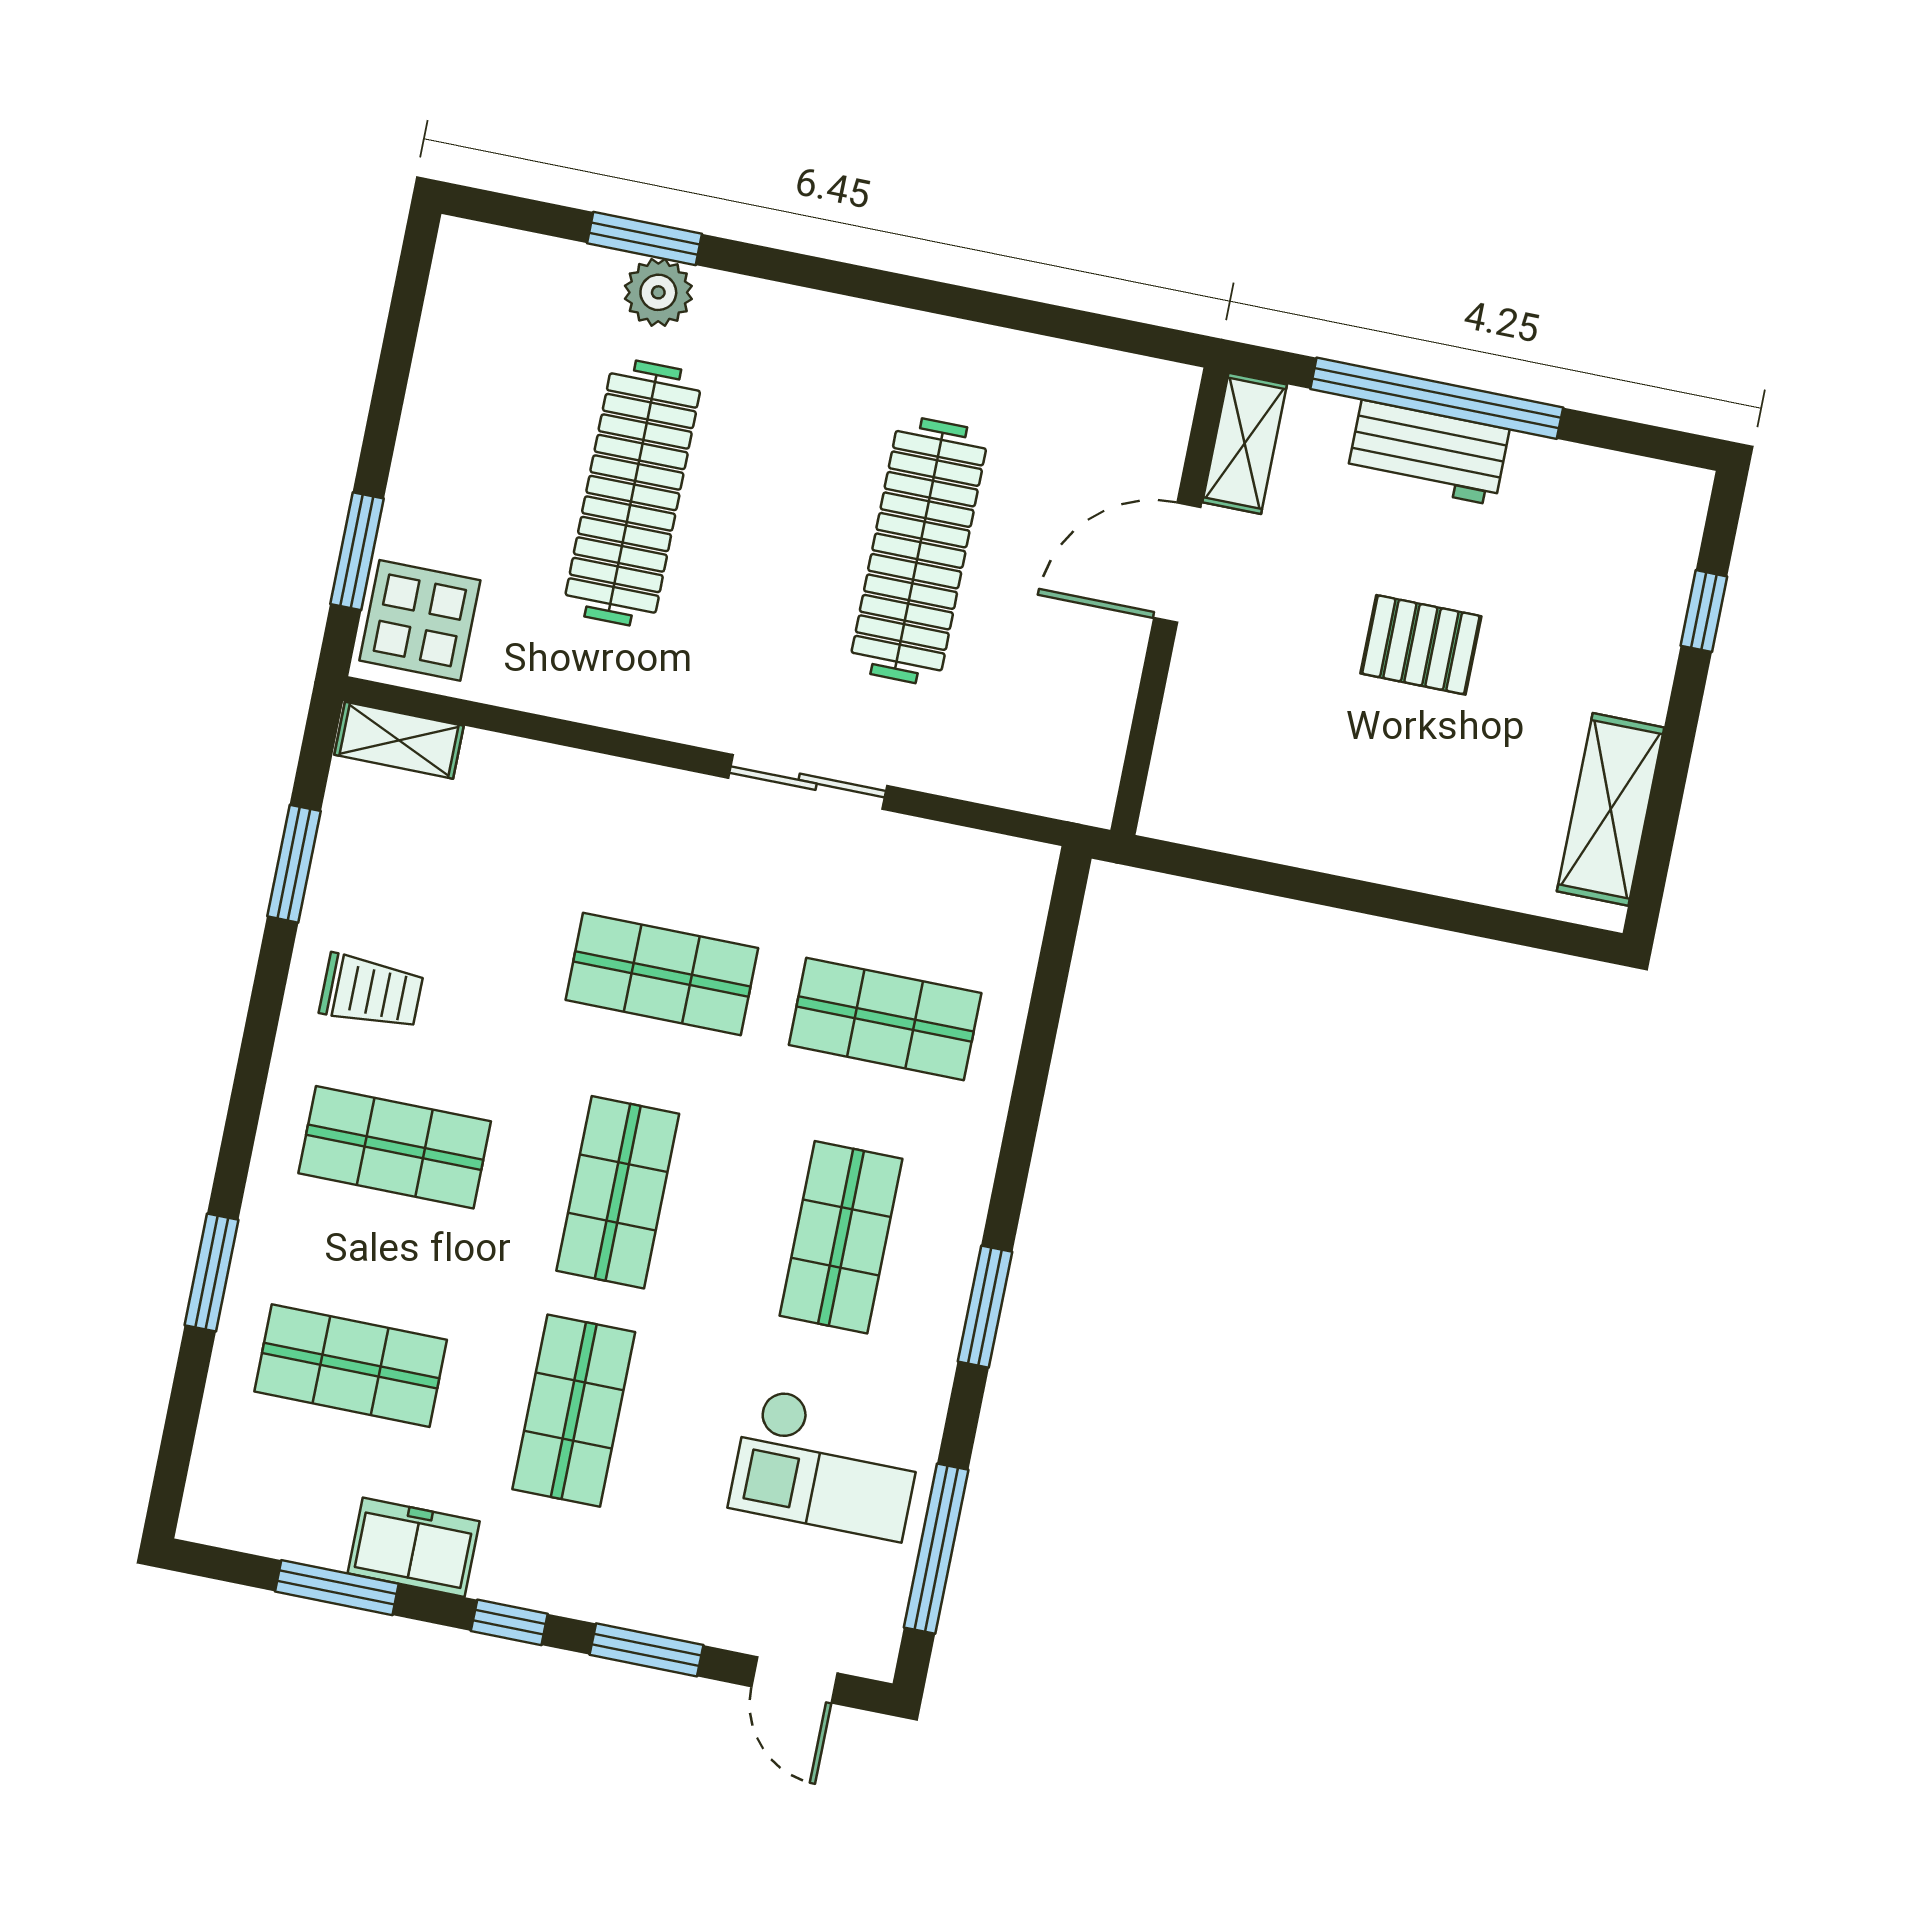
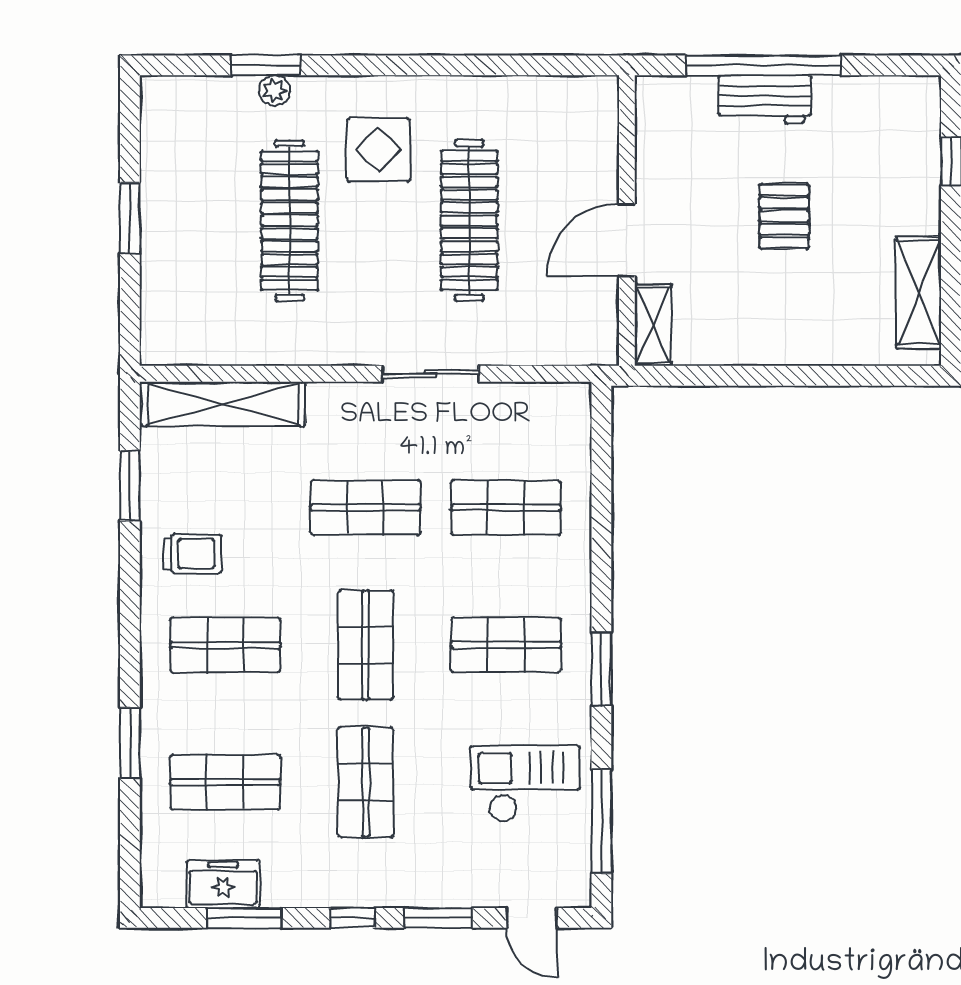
plant: (658, 292) -> (275, 90), width x0.73, depth x0.73
shelving: (1245, 443) -> (653, 325), moved
window: (357, 551) -> (130, 218), moved
door: (1177, 563) -> (627, 240), moved
display table: (420, 620) -> (378, 150), moved
pallet: (1421, 645) -> (784, 216), turned 90
shelving: (399, 740) -> (223, 404), width x2.20, depth x1.33
shop shelf: (841, 1237) -> (506, 645), turned 90
checkout: (827, 1464) -> (525, 784), turned 180
freezer: (414, 1547) -> (223, 884), moved

